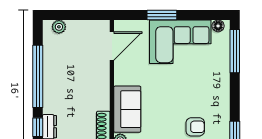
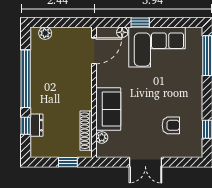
window: (162, 15) -> (140, 22), width x0.67
floor lamp: (218, 26) -> (122, 32), moved

